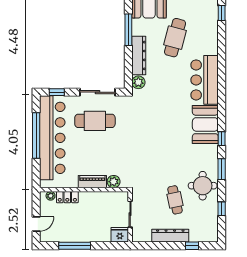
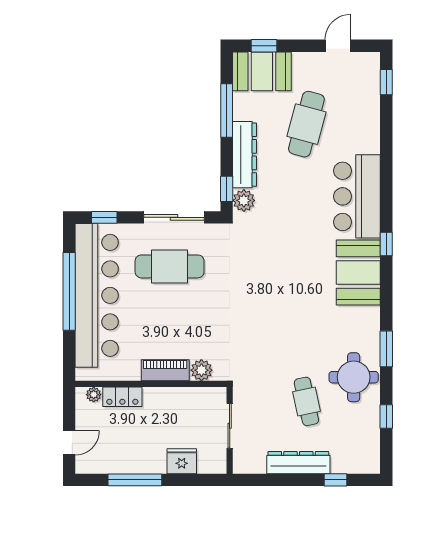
window: (128, 76) -> (227, 189), added
window: (222, 139) -> (386, 244), moved
fridge: (120, 235) -> (182, 461), moved

